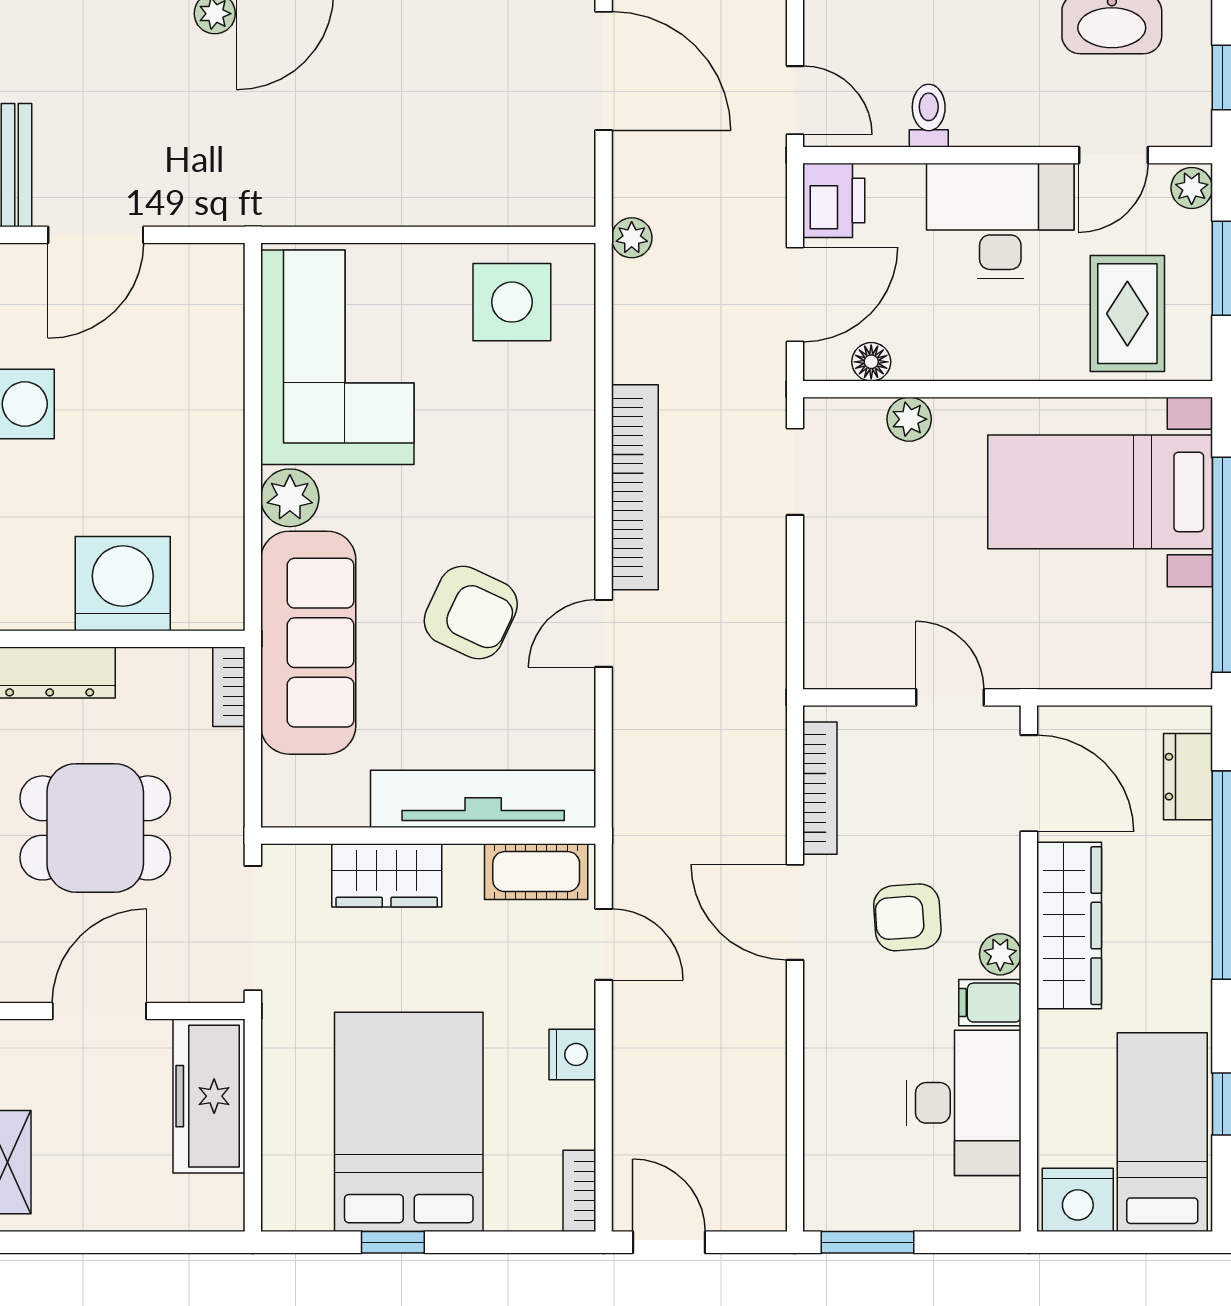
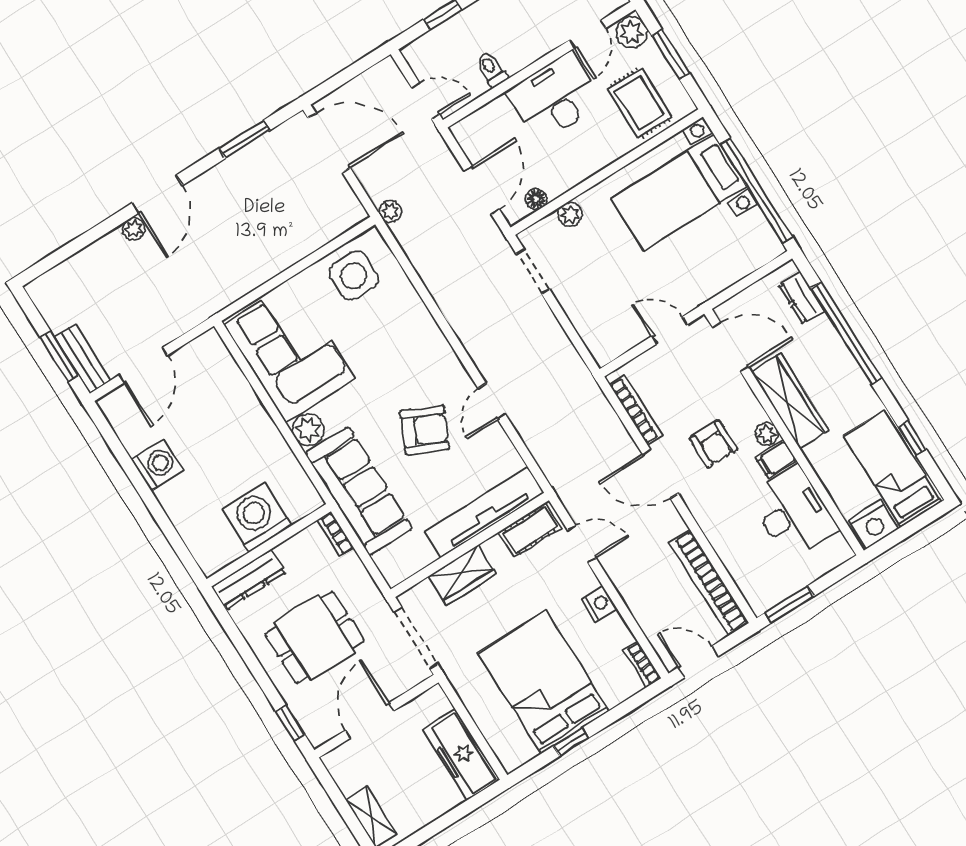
plant: (1192, 188) -> (632, 32), width x1.38, depth x1.38
printer: (834, 200) -> (472, 136), removed
bookcase: (635, 487) -> (709, 583), moved, turned 180
armchair: (907, 917) -> (713, 444), turned -86
freezer: (209, 1096) -> (461, 755), moved

